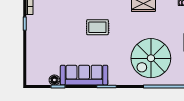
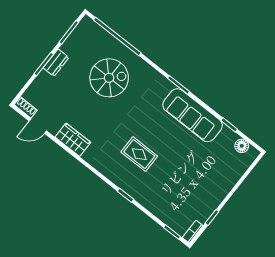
spiral stairs: (151, 58) -> (109, 78), width x0.73, depth x0.73
floor lamp: (54, 80) -> (242, 146), moved

